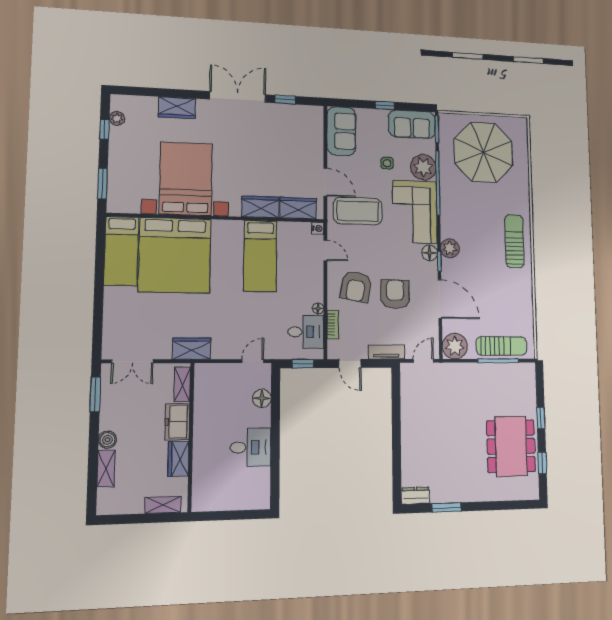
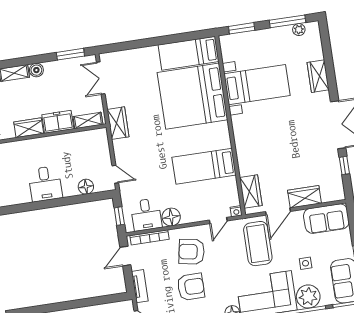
window: (104, 129) -> (288, 21), width x2.17
bed with nightstands: (186, 179) -> (257, 85), width x0.73
wardrobe: (260, 207) -> (304, 197), moved, turned -90
floor lamp: (318, 309) -> (171, 217), width x1.89, depth x1.89
bookcase: (333, 324) -> (149, 237), width x1.56

